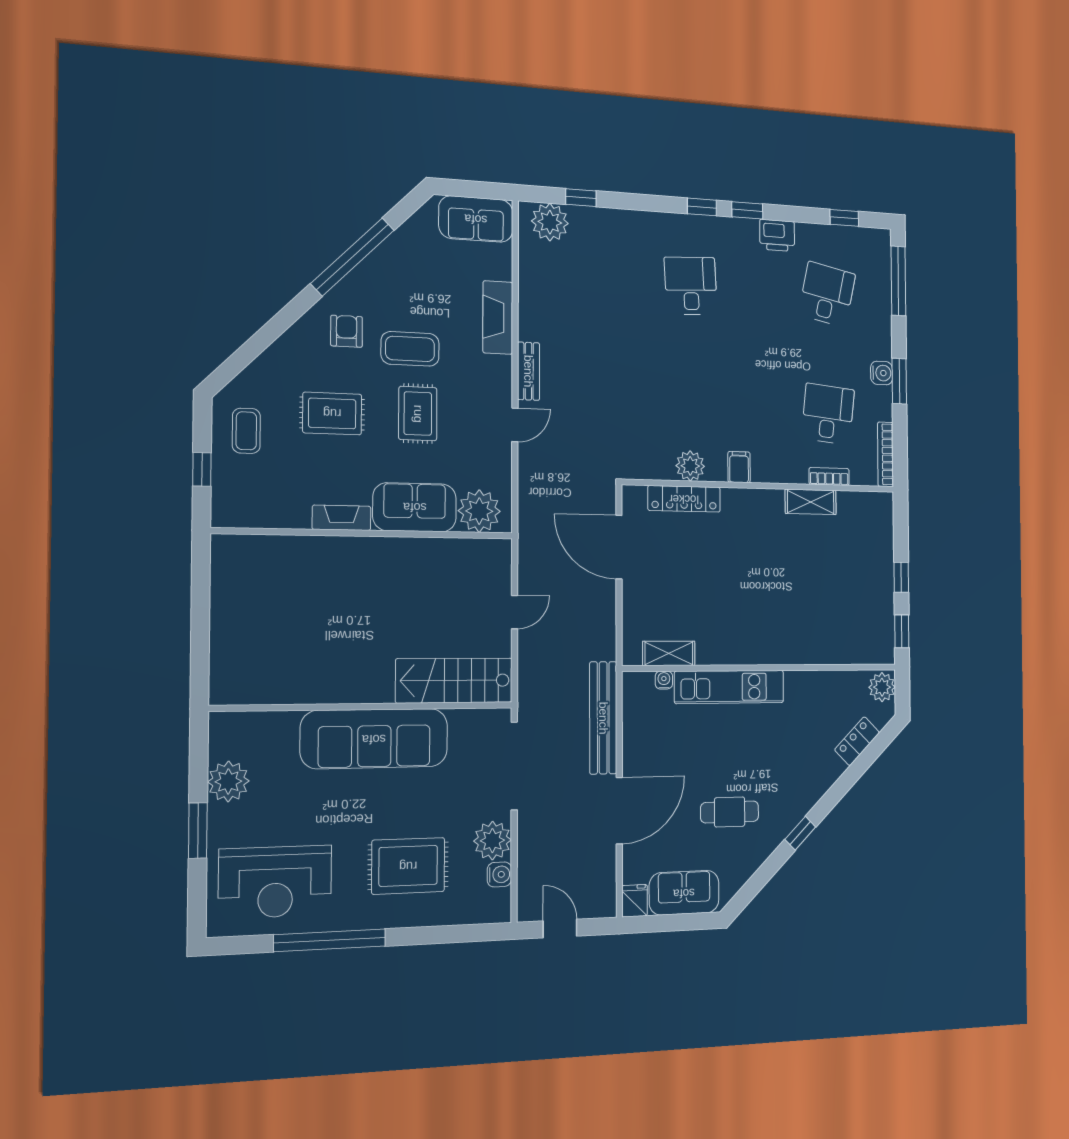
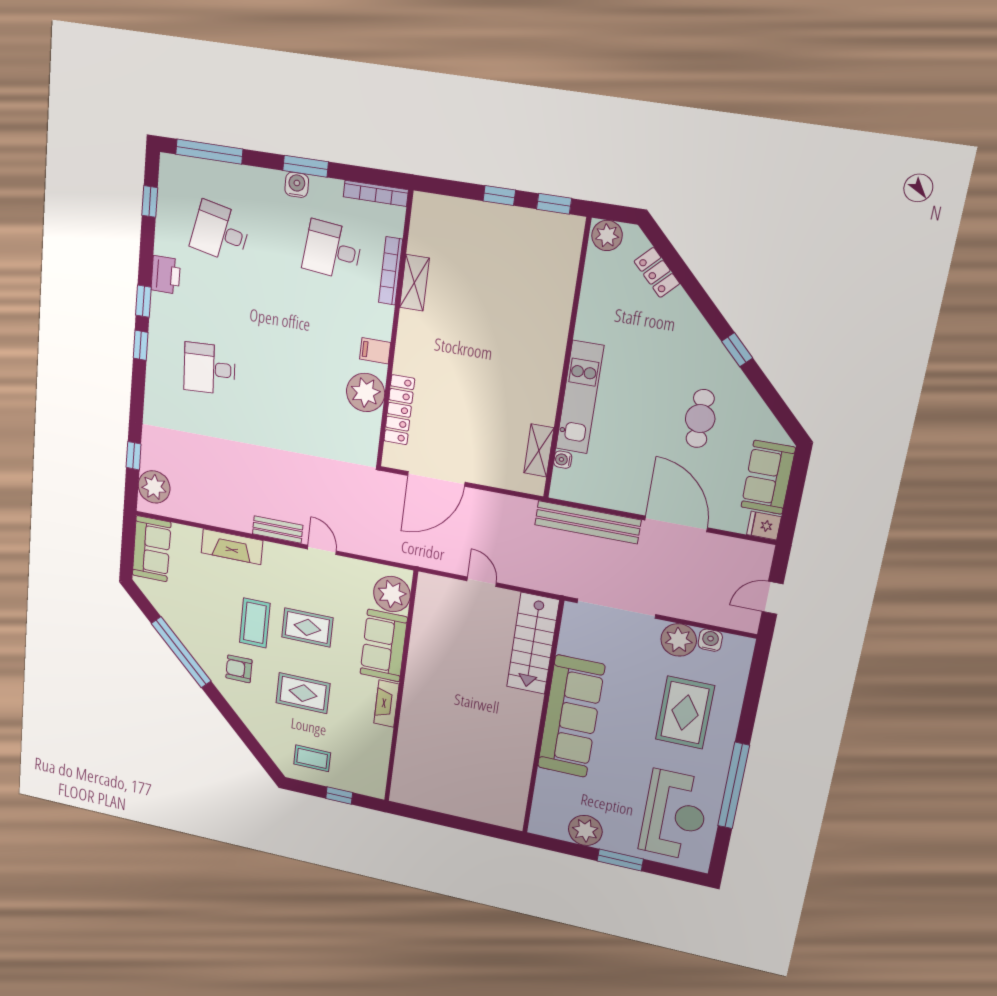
rug: (332, 413) -> (303, 693), turned 90
plant: (690, 466) -> (366, 392), width x1.36, depth x1.36
bookcase: (829, 476) -> (391, 271), width x1.56

